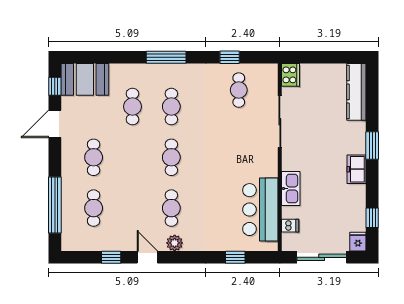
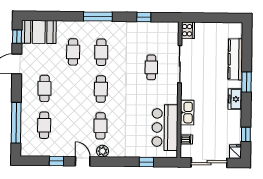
cafe table: (239, 90) -> (151, 67), moved
kitchen counter: (356, 92) -> (235, 59), moved

